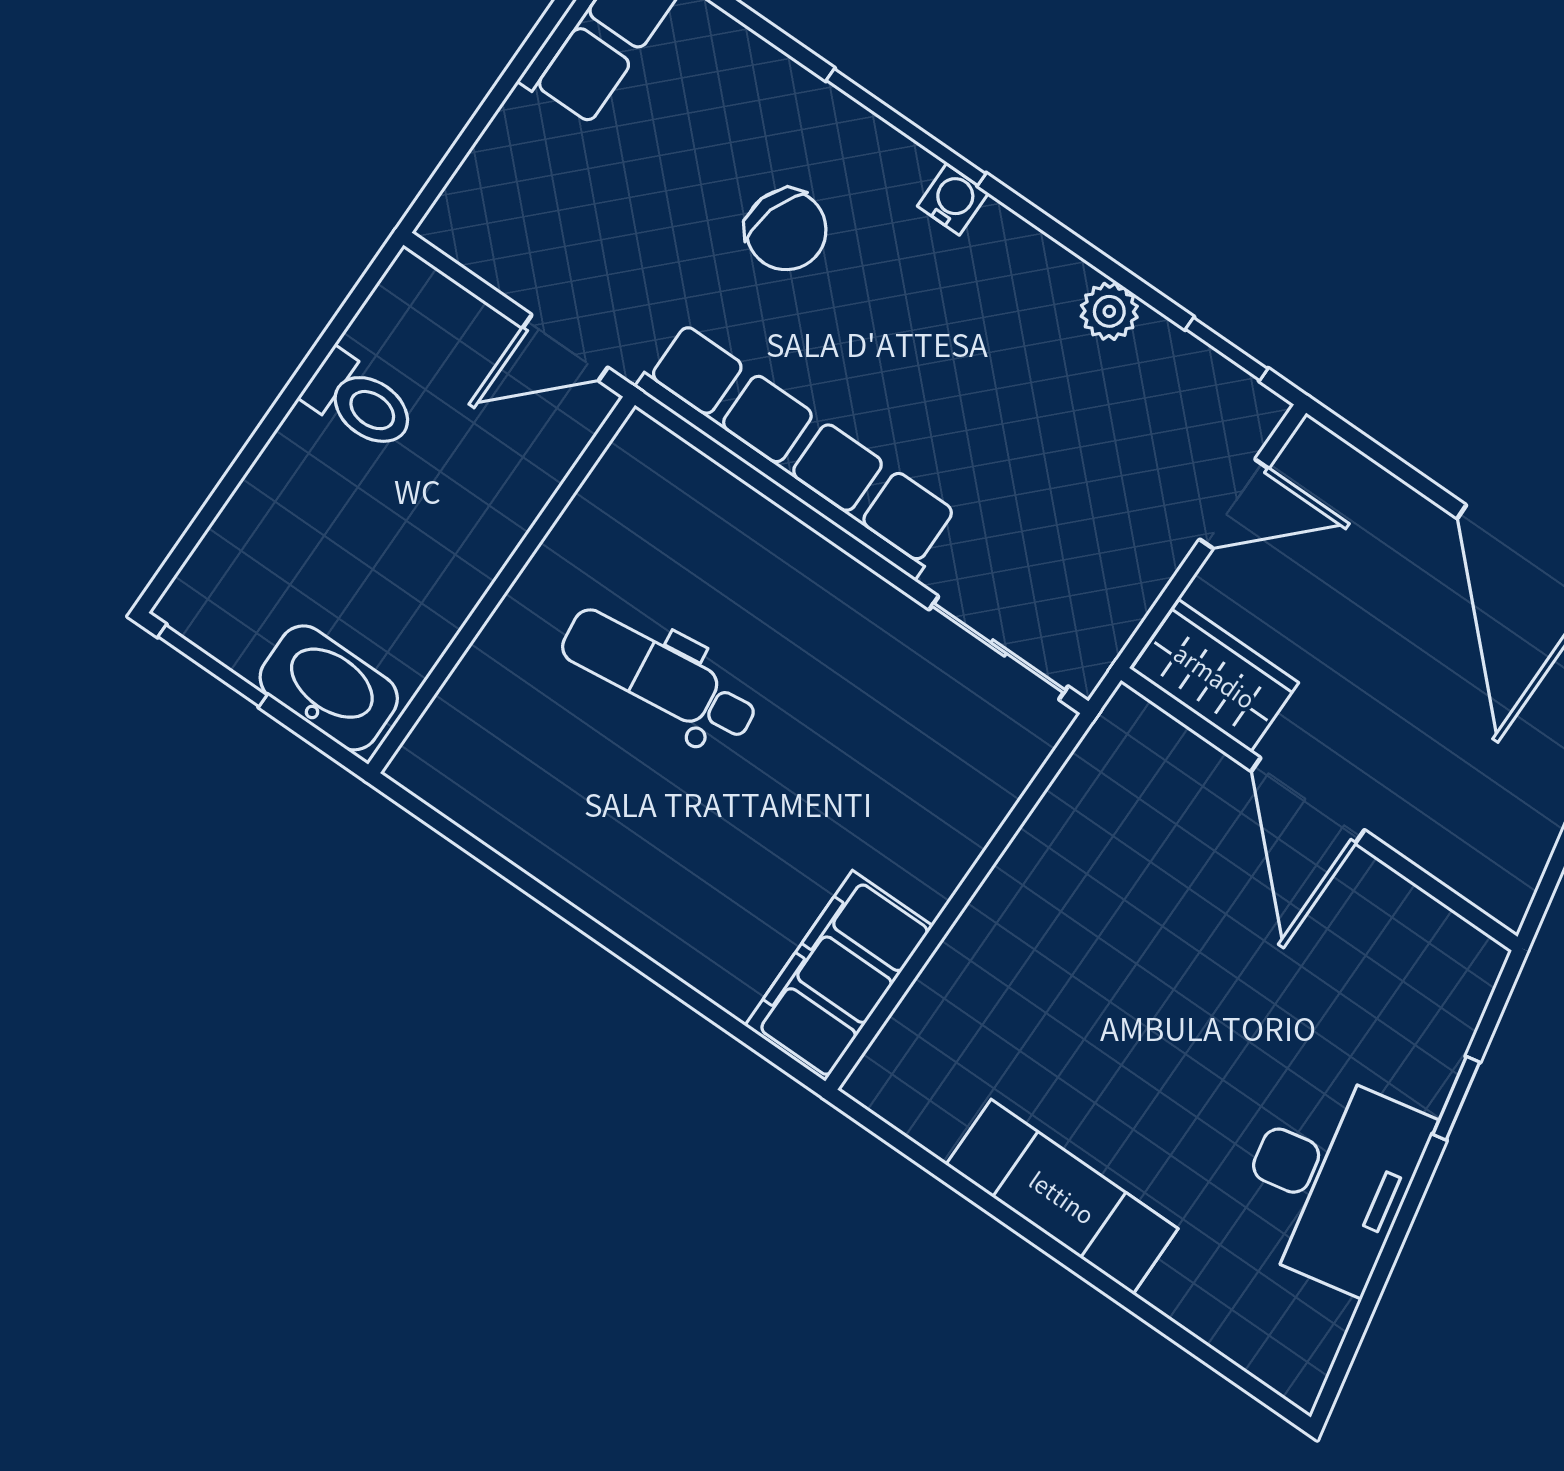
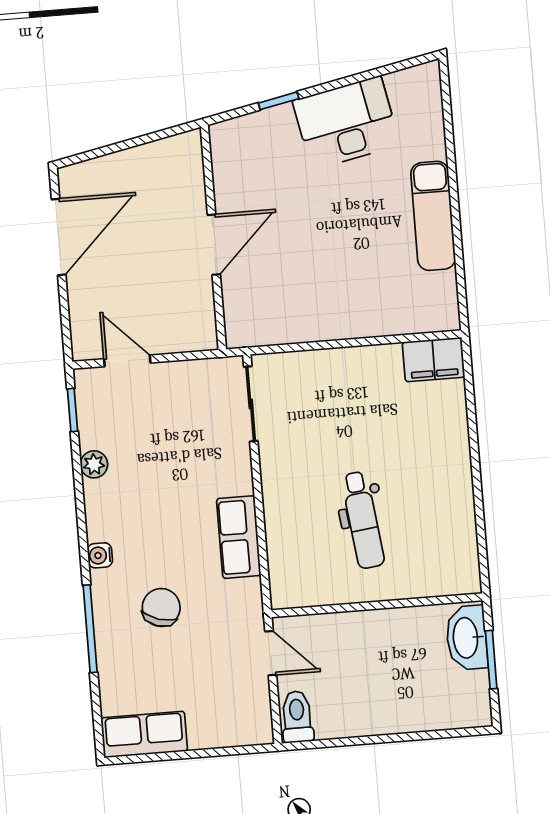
window: (906, 127) -> (90, 629), moved
toilet: (360, 402) -> (297, 717), moved
row of seats: (797, 451) -> (239, 537), width x0.50
window: (212, 666) -> (491, 660), moved
wardrobe: (1215, 676) -> (196, 316), removed
filing cabinet: (839, 976) -> (434, 360), width x0.67, depth x0.86

